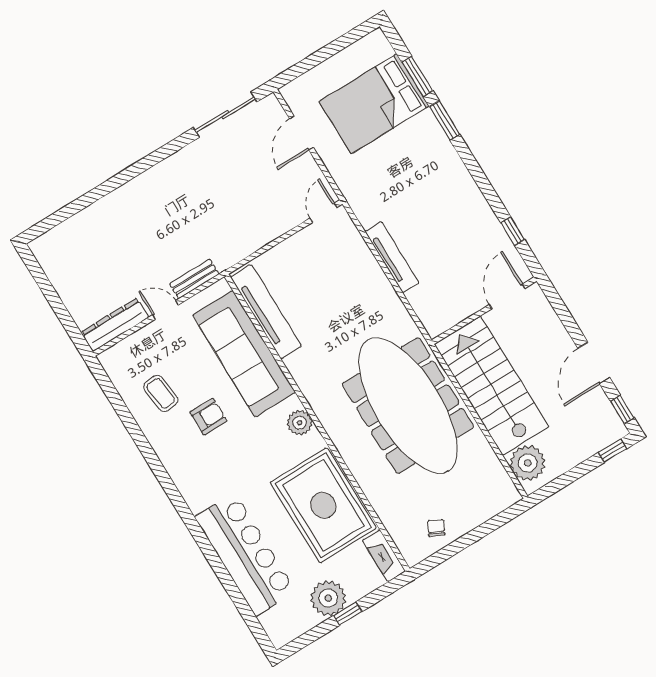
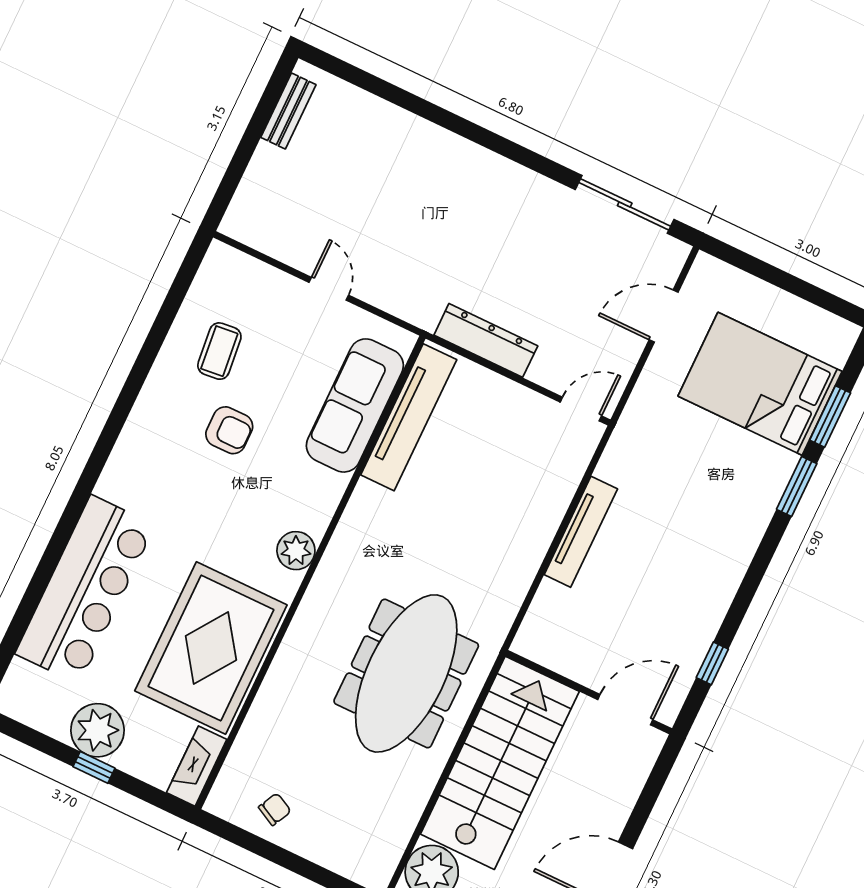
bench: (194, 279) -> (288, 111), moved, turned 90
dresser: (115, 325) -> (486, 340), moved
sofa: (244, 354) -> (355, 405), width x0.74, depth x0.79
meeting table: (408, 406) -> (406, 673), width x0.73, depth x0.79

